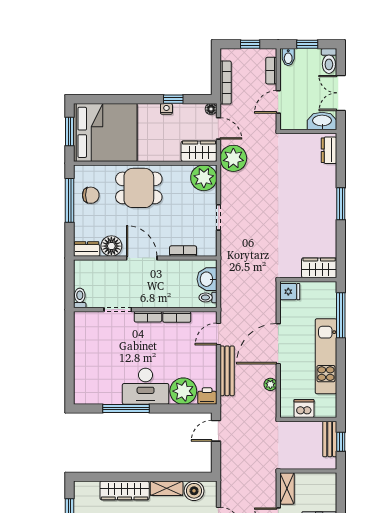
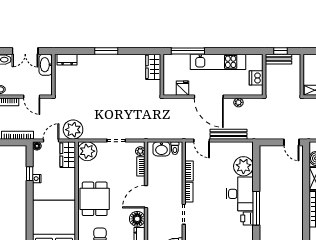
plant: (204, 250) -> (140, 151), added
fridge: (290, 292) -> (183, 88), moved
printer: (207, 396) -> (247, 218), moved
door: (216, 431) -> (291, 142), moved

